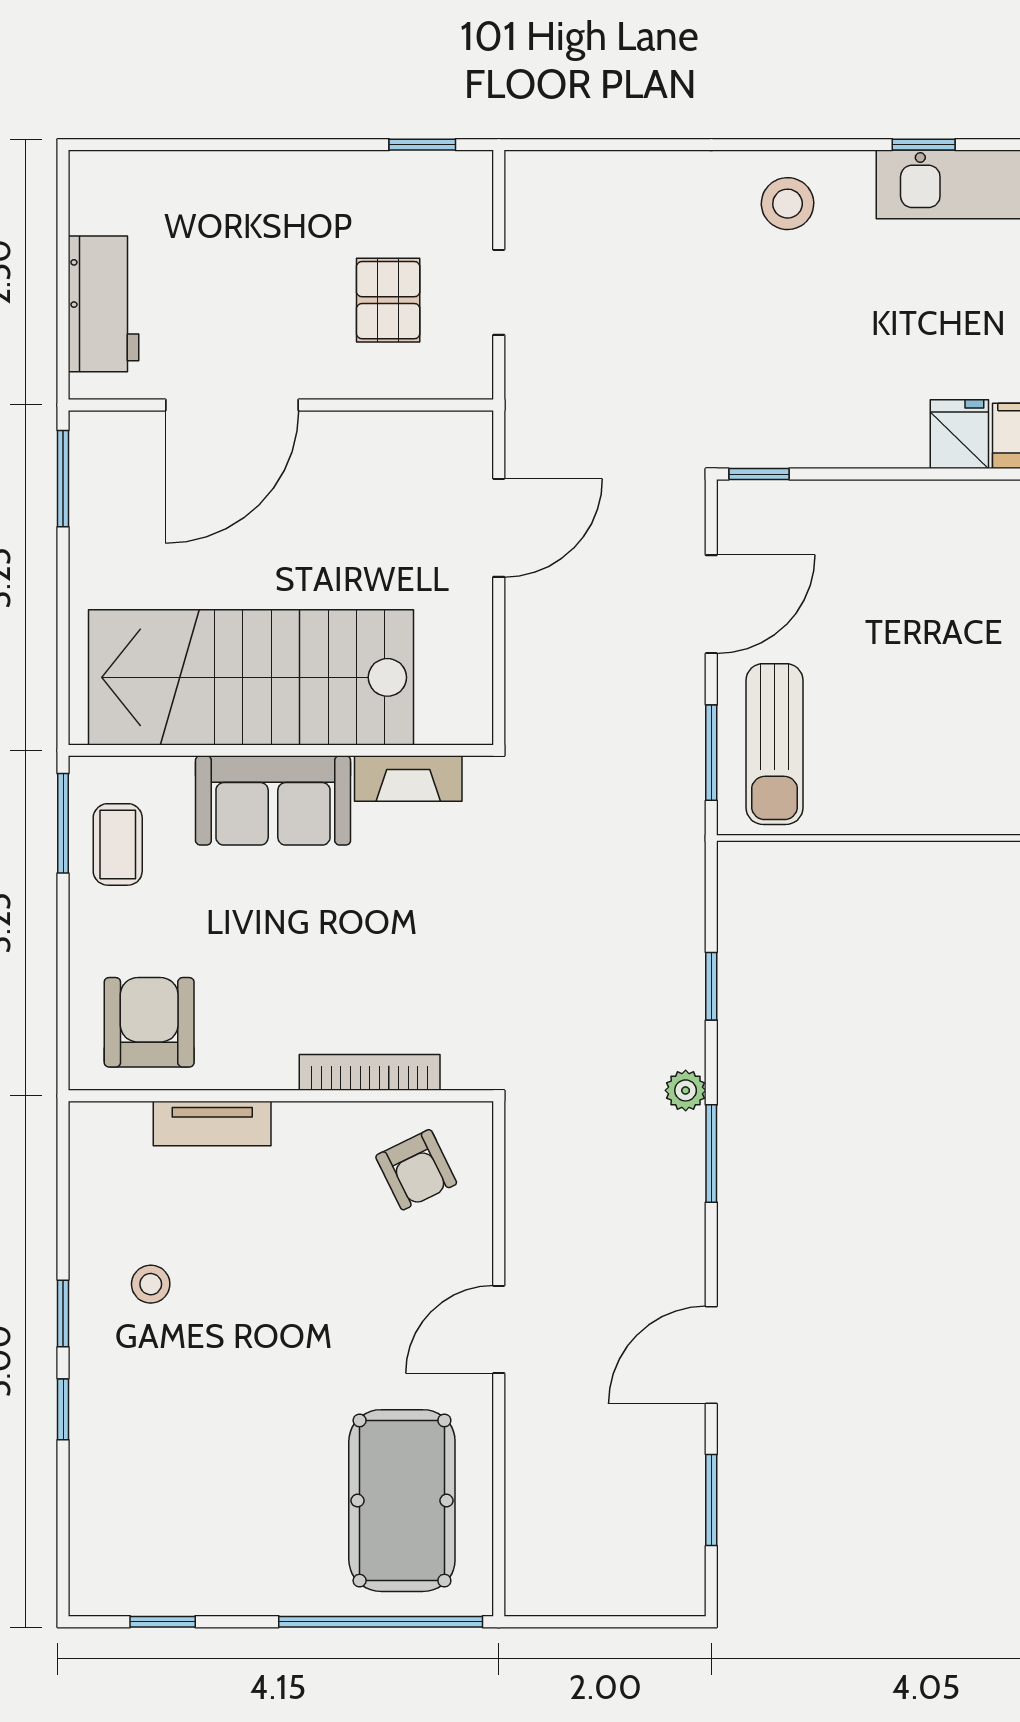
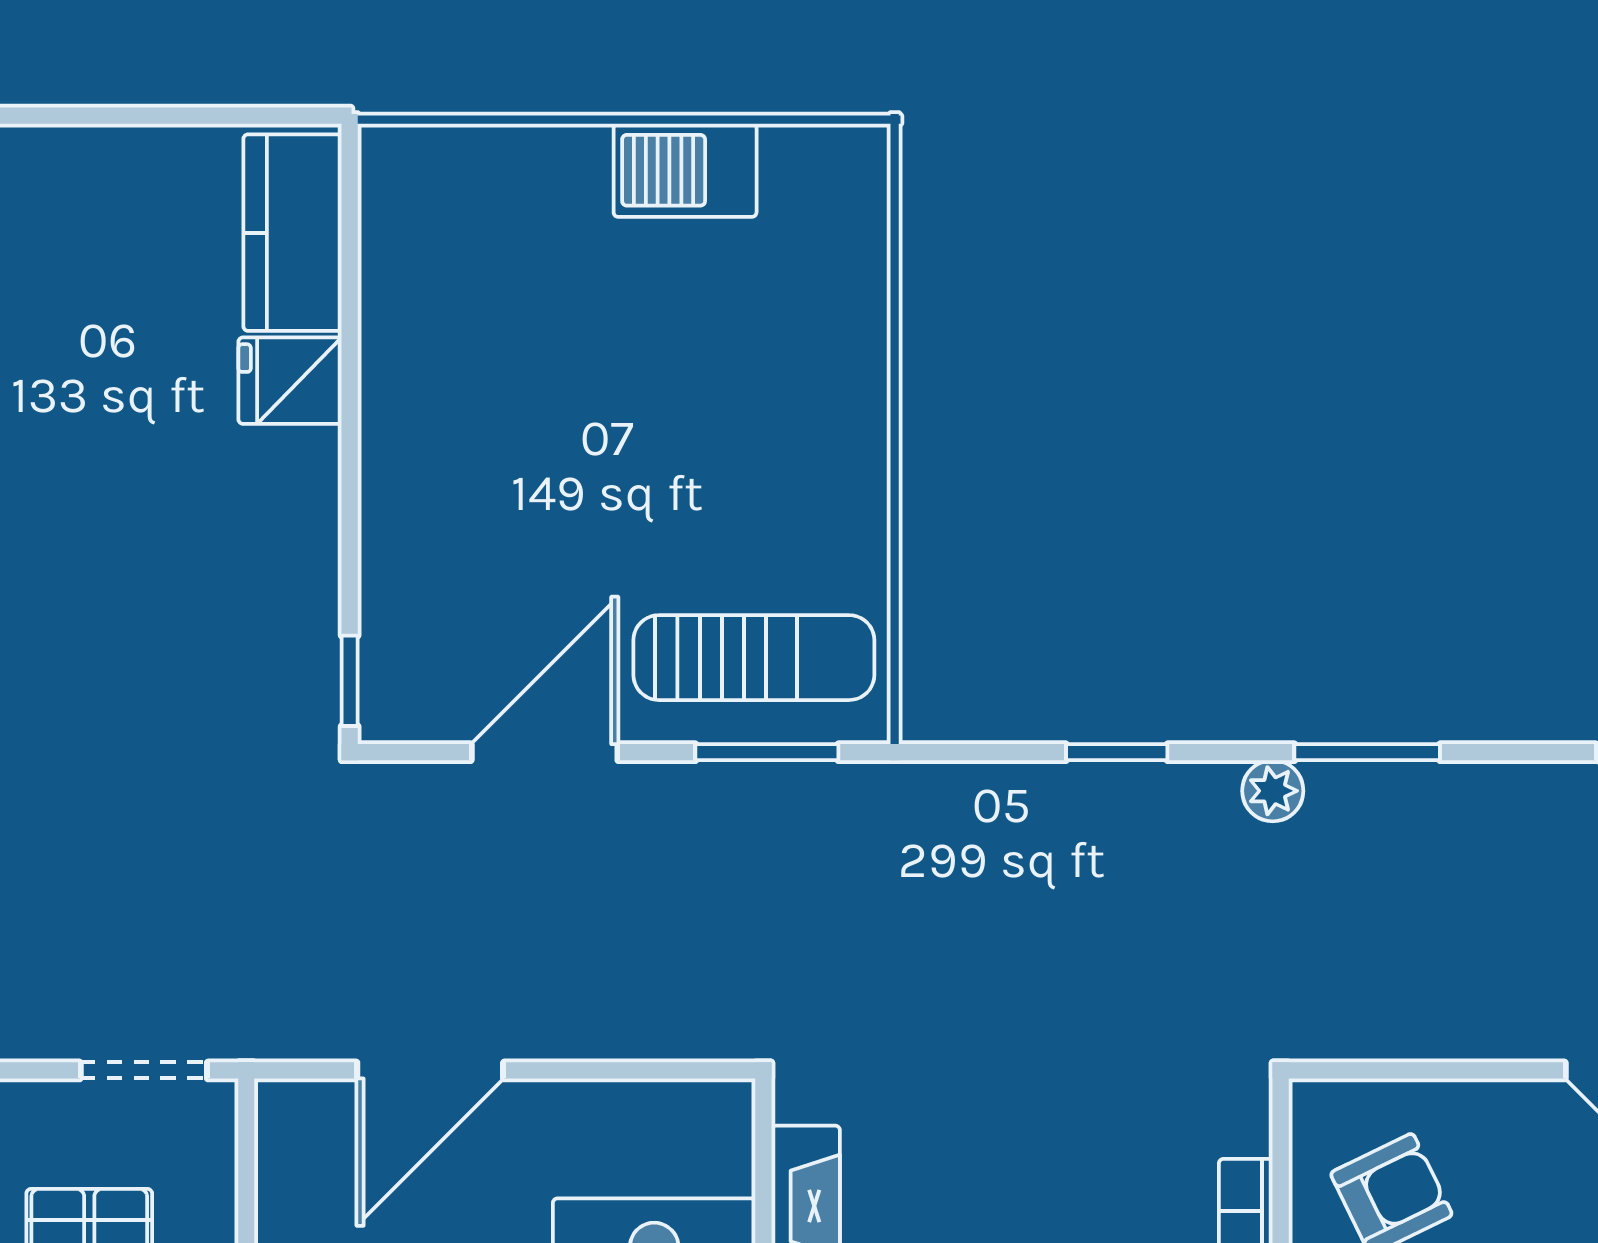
doorway: (499, 292) -> (144, 1070), moved
door: (499, 528) -> (430, 1070), swing flipped
door: (711, 604) -> (545, 752), hinge flipped

